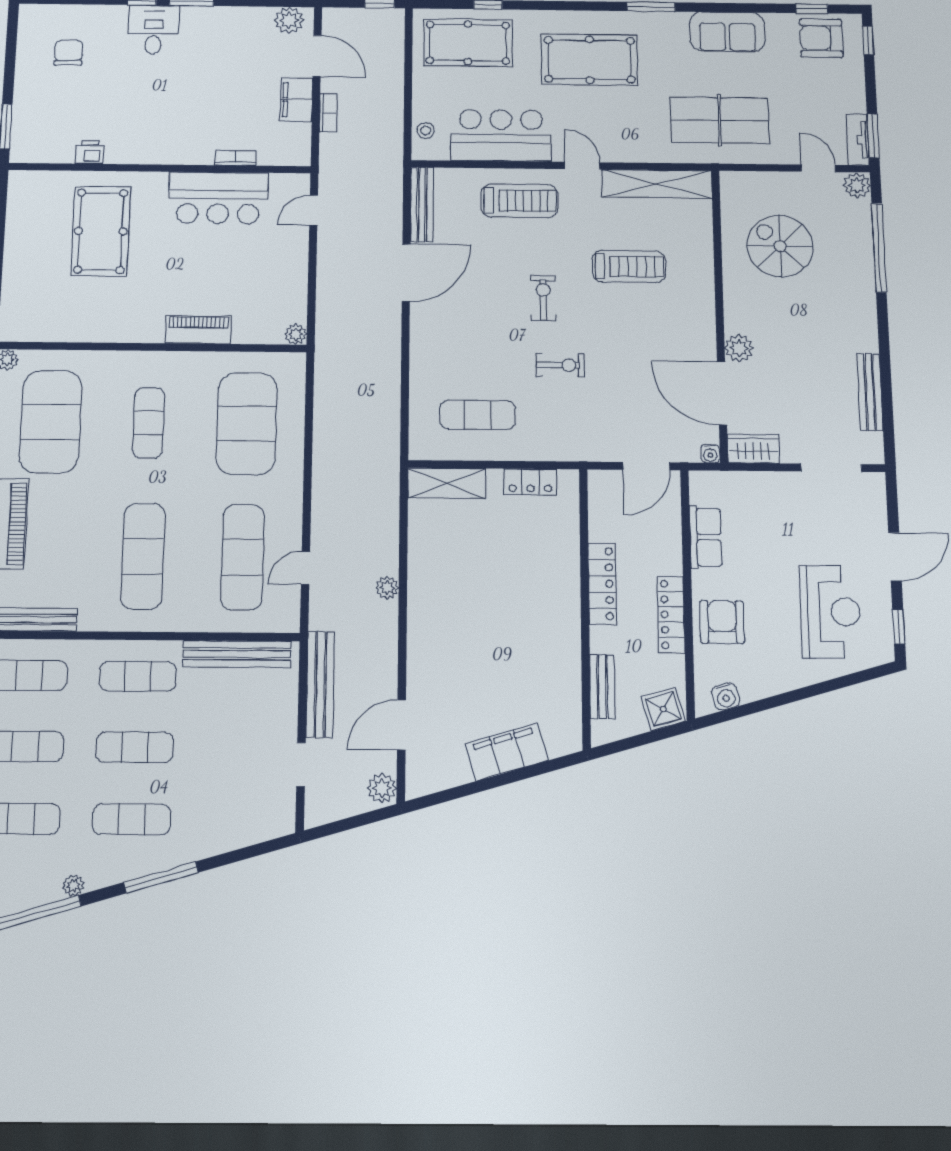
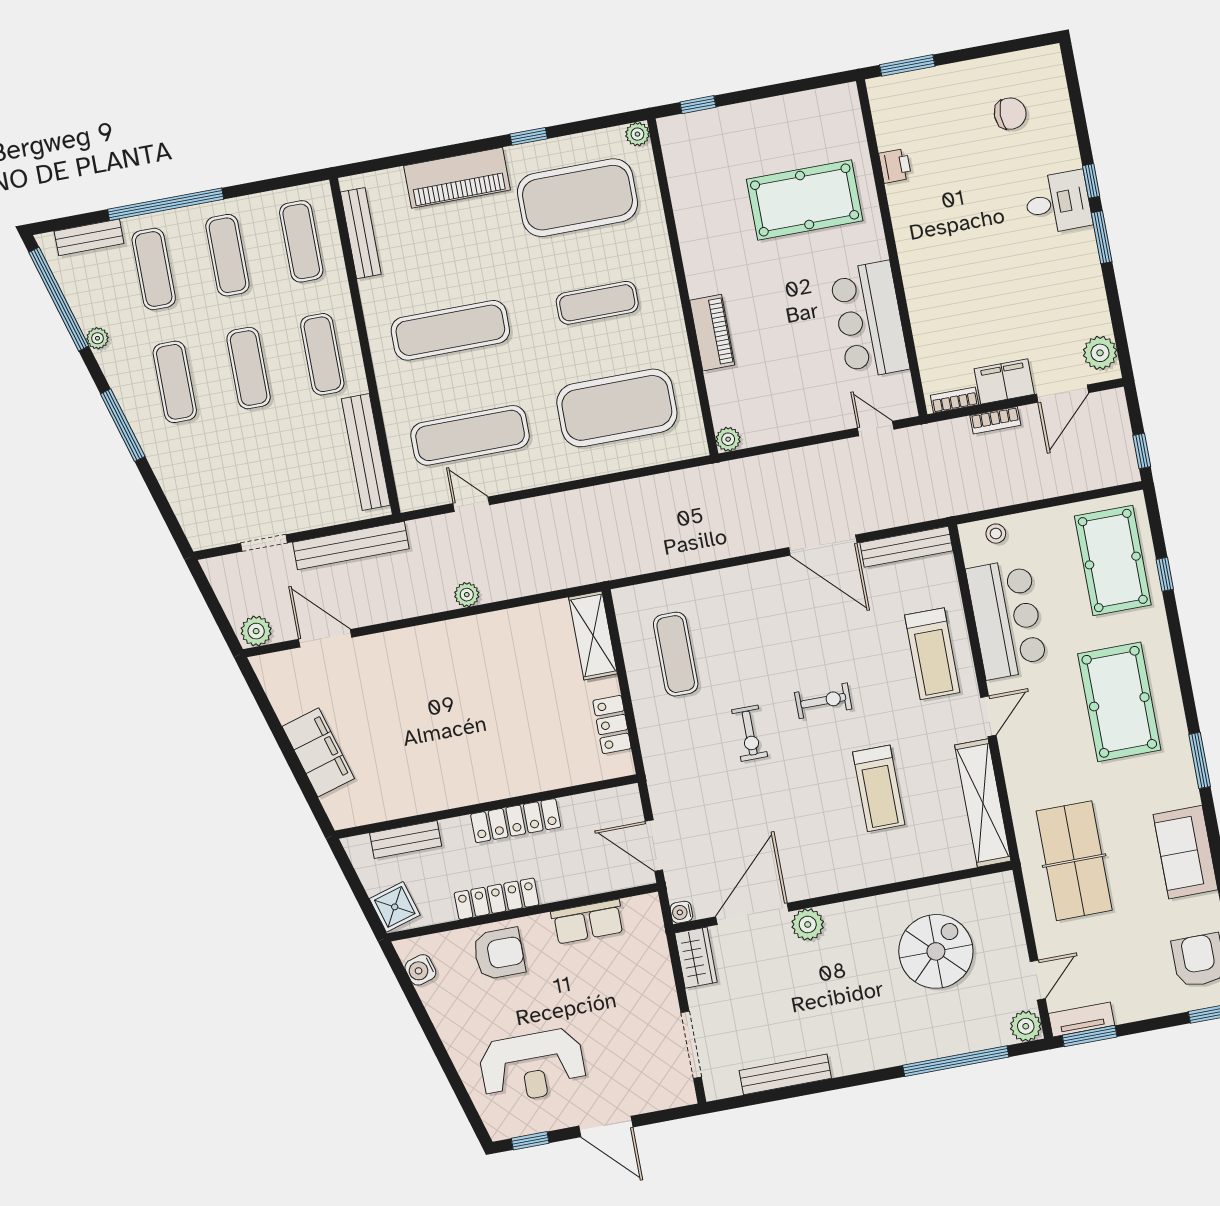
bookcase: (236, 158) -> (954, 400), moved, turned -90

